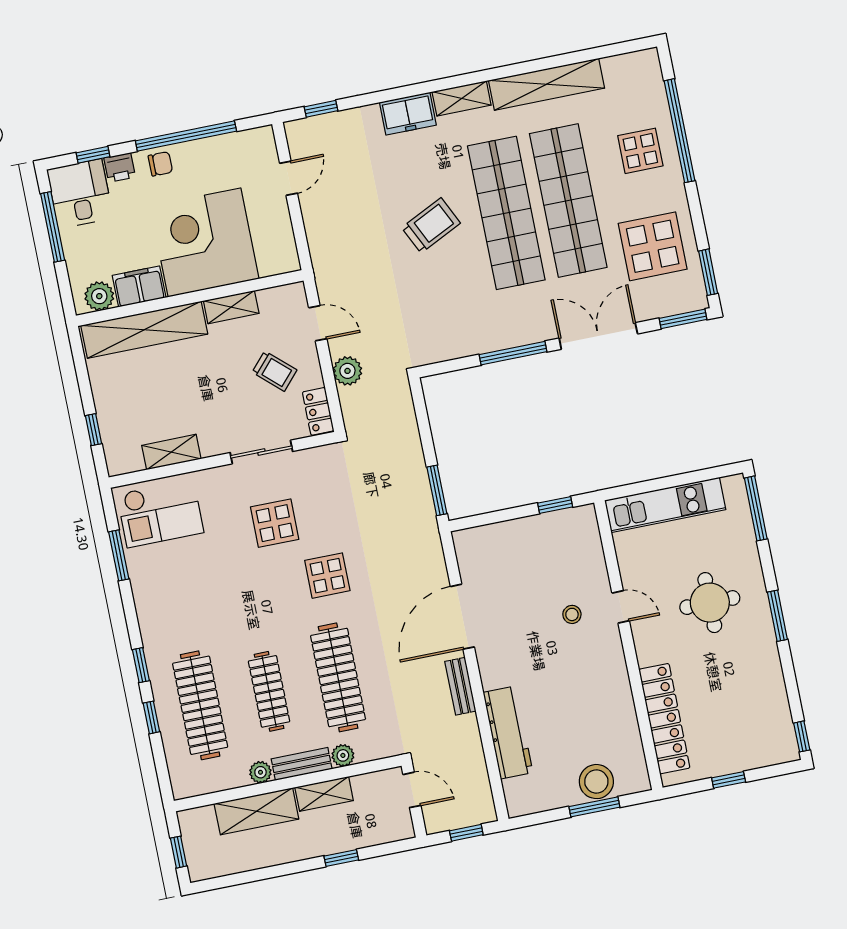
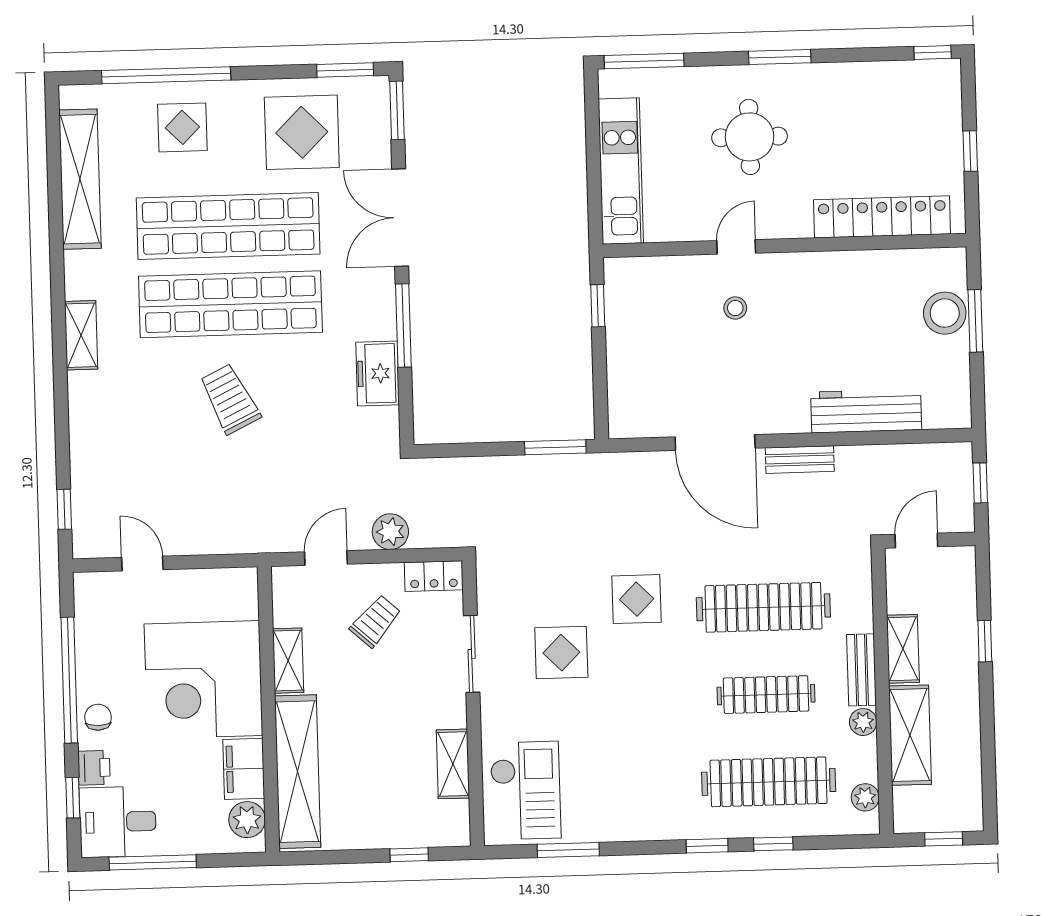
shelving: (546, 84) -> (80, 179), moved
freezer: (408, 114) -> (377, 373), moved, turned 180
plant: (343, 755) -> (865, 797), moved

